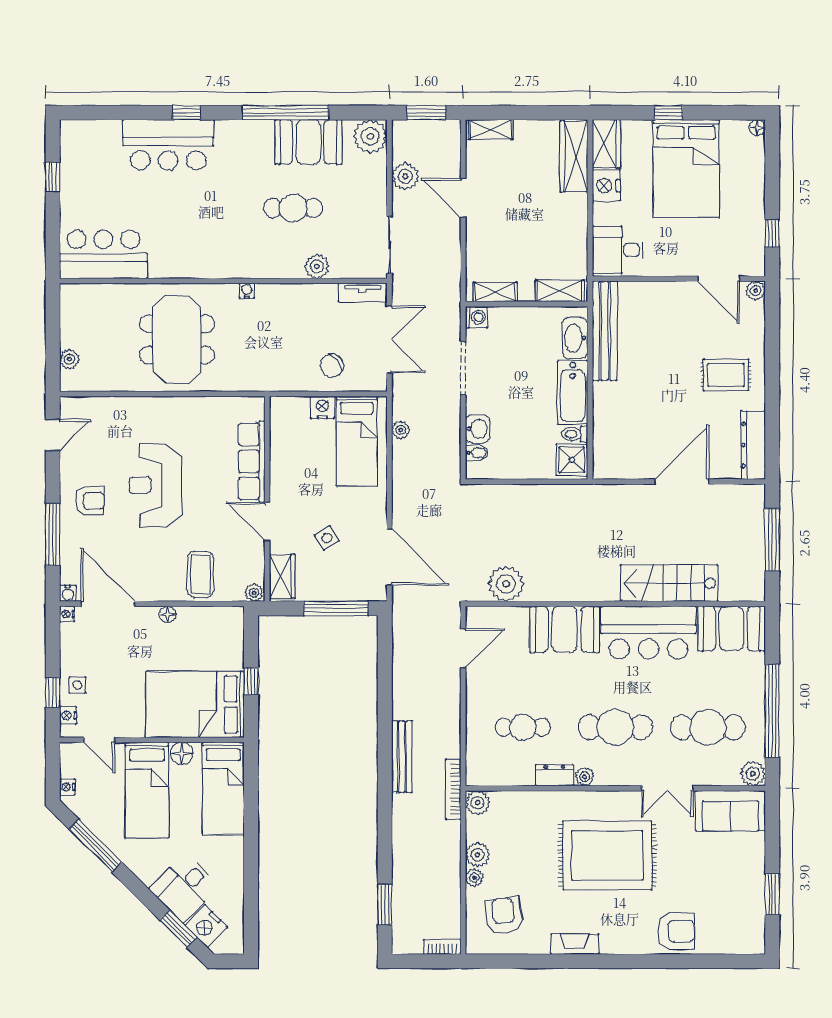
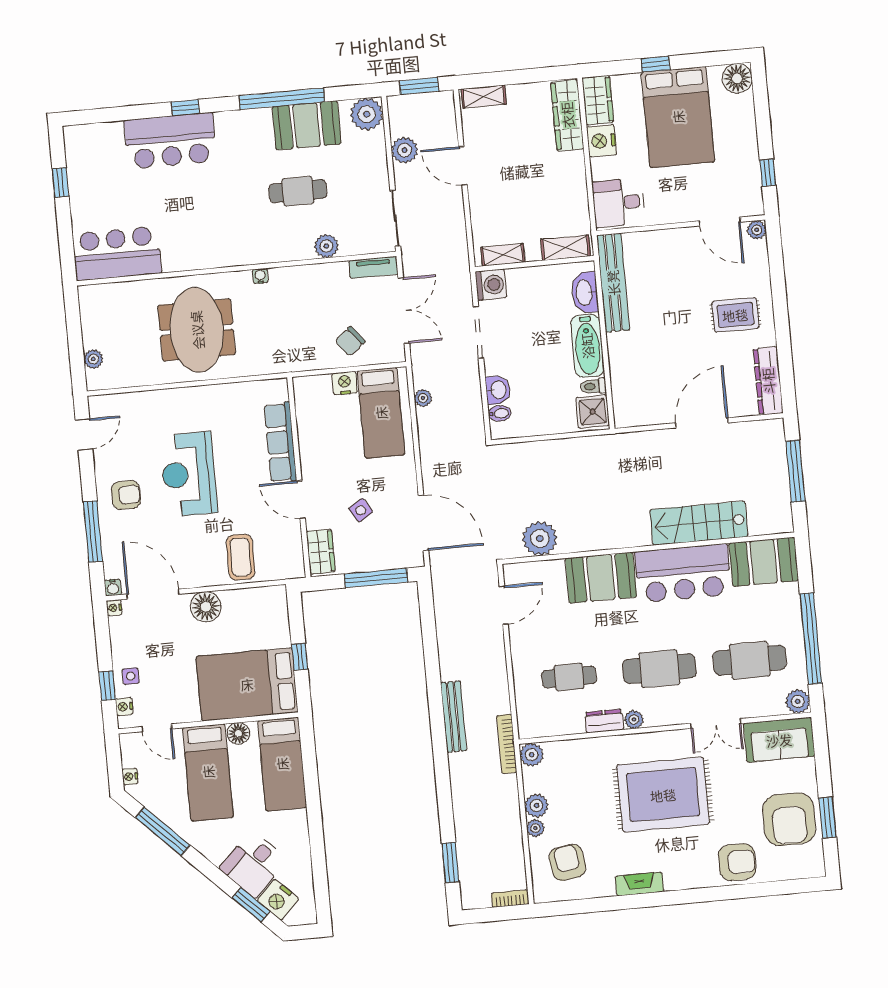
floor lamp: (757, 128) -> (737, 78), width x1.89, depth x1.89
washing machine: (476, 317) -> (491, 285), width x1.38, depth x1.38
plant: (254, 593) -> (295, 570), removed
floor lamp: (168, 614) -> (206, 607), width x1.89, depth x1.89
armchair: (733, 892) -> (789, 819), added

